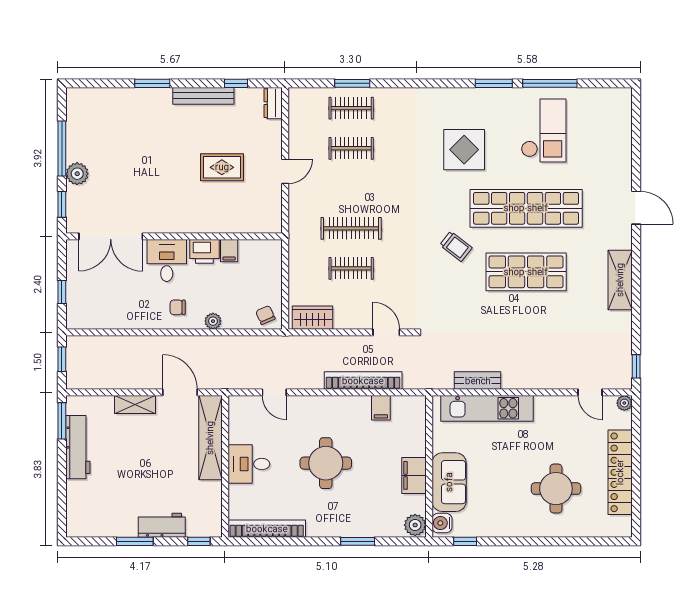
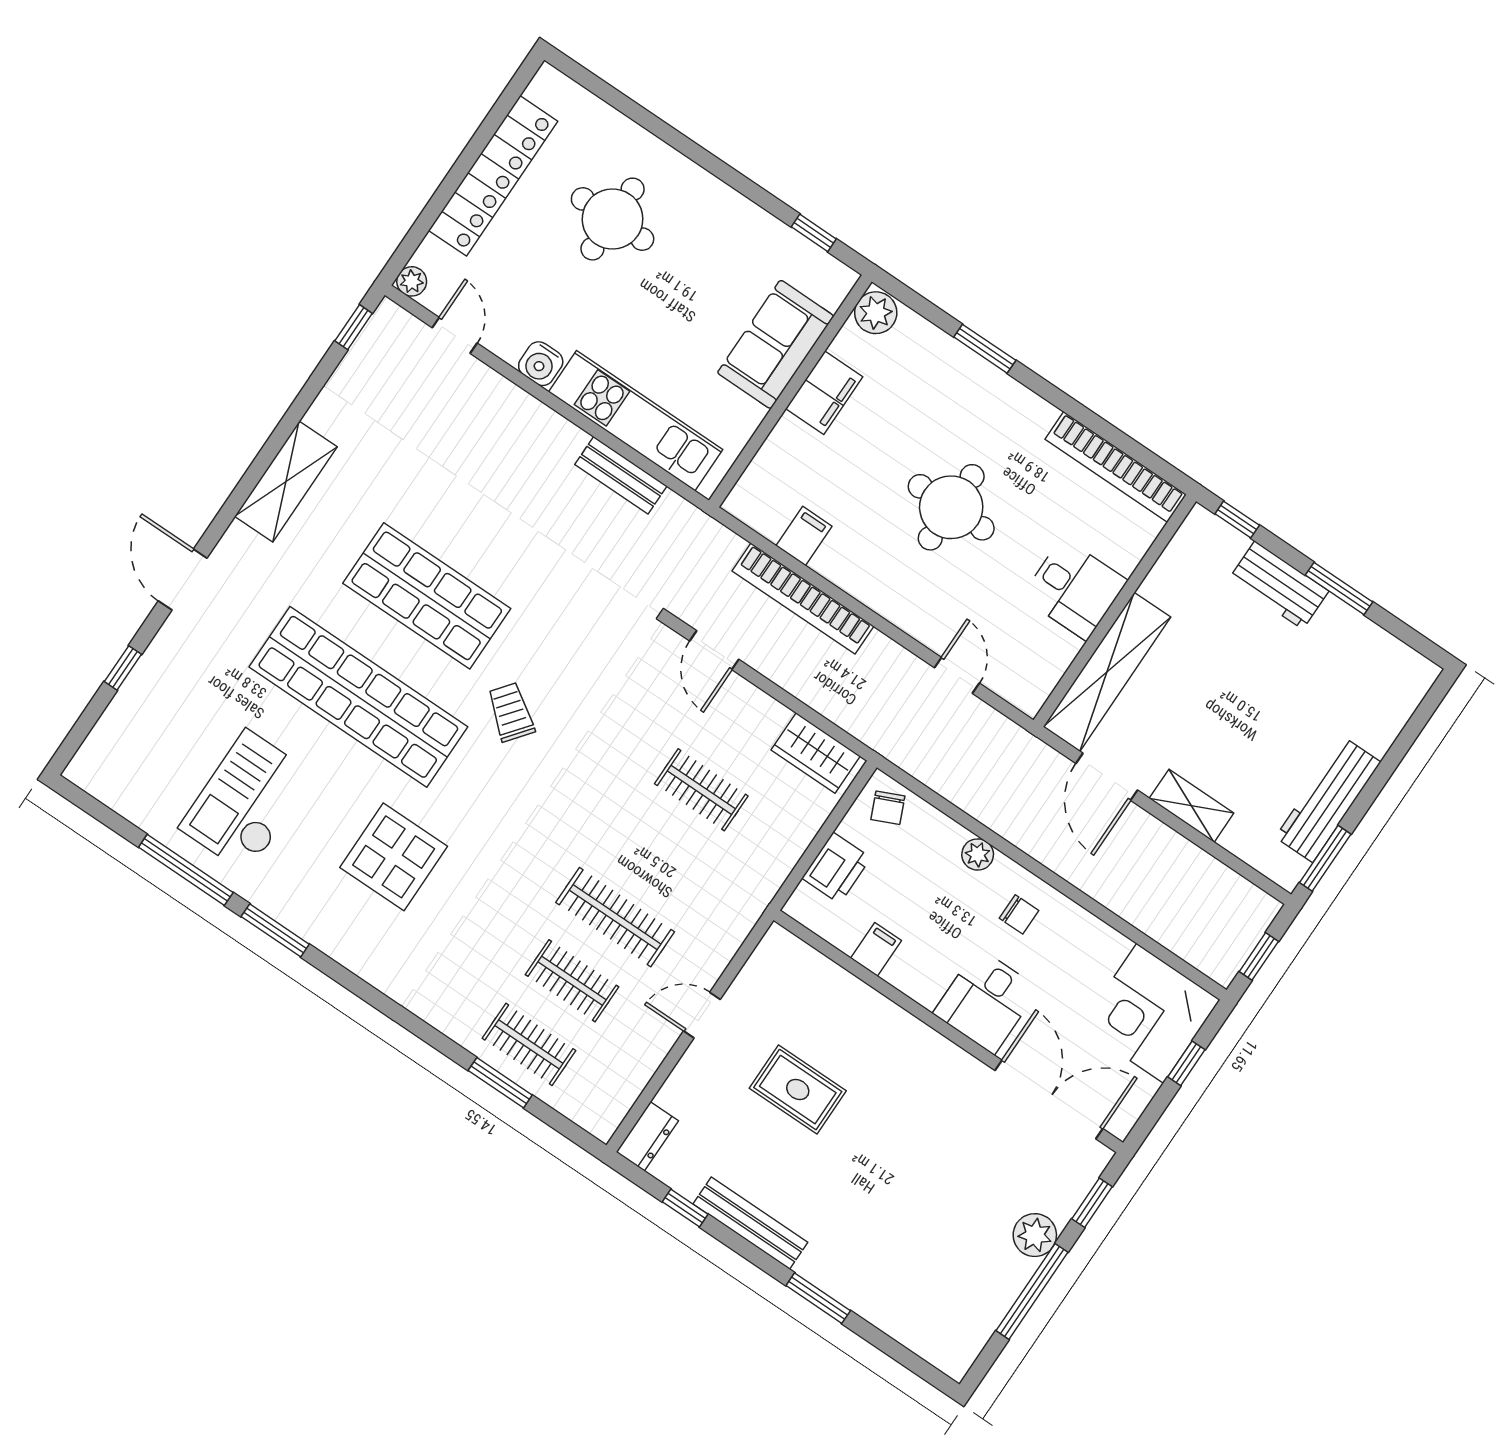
window: (636, 152) -> (123, 668), added
clothes rail: (351, 228) -> (615, 917), moved
printer: (204, 251) -> (836, 868), moved, turned 90
corner desk: (92, 303) -> (1150, 1013), added
water cooler: (442, 523) -> (541, 364), moved, turned 90

